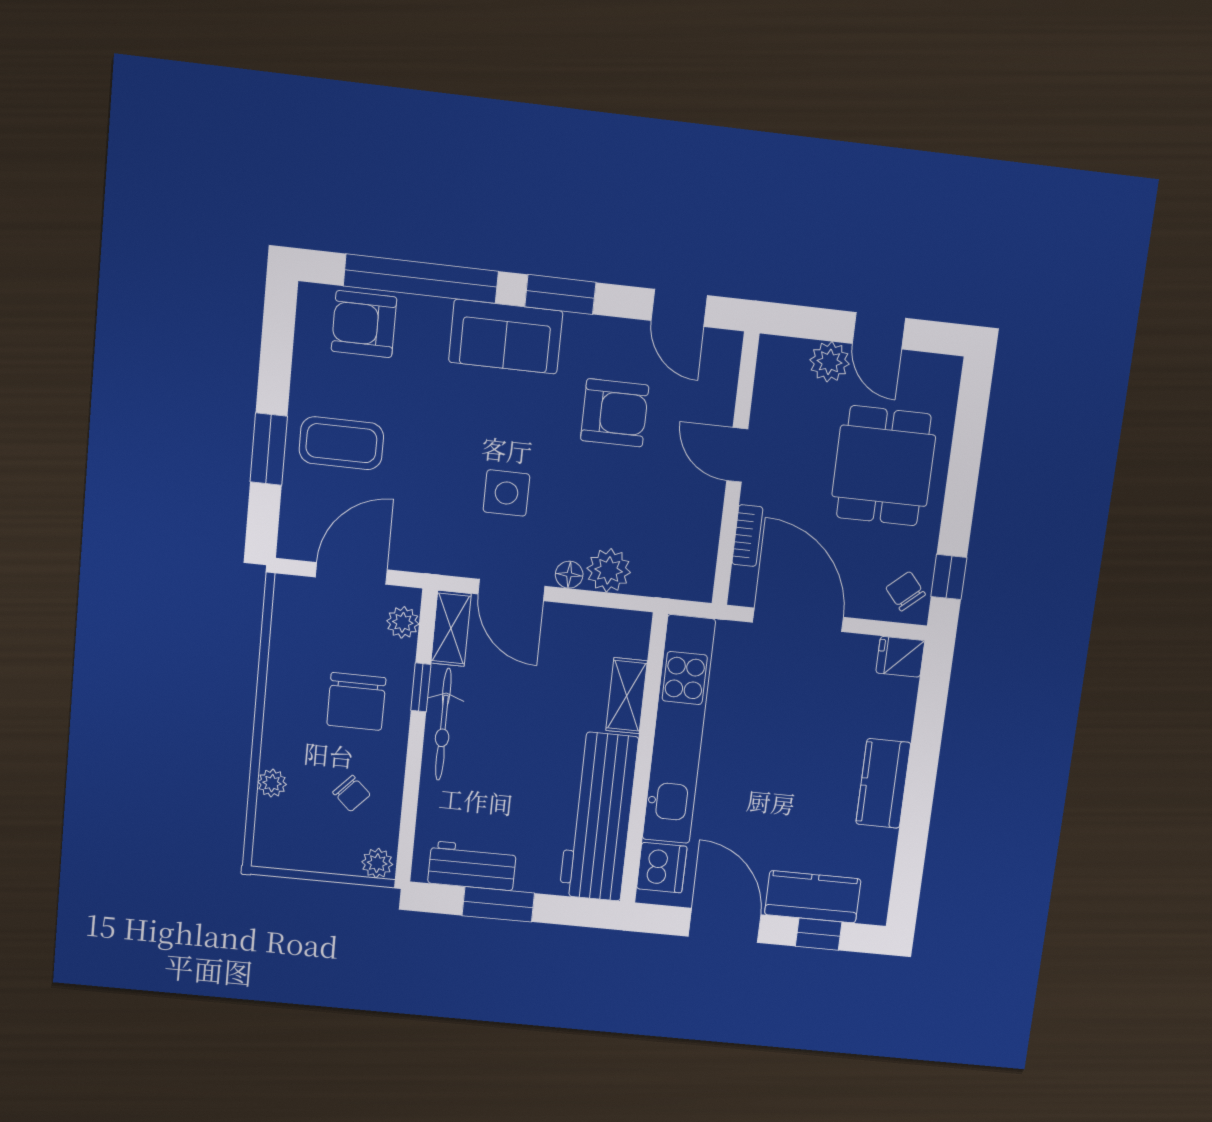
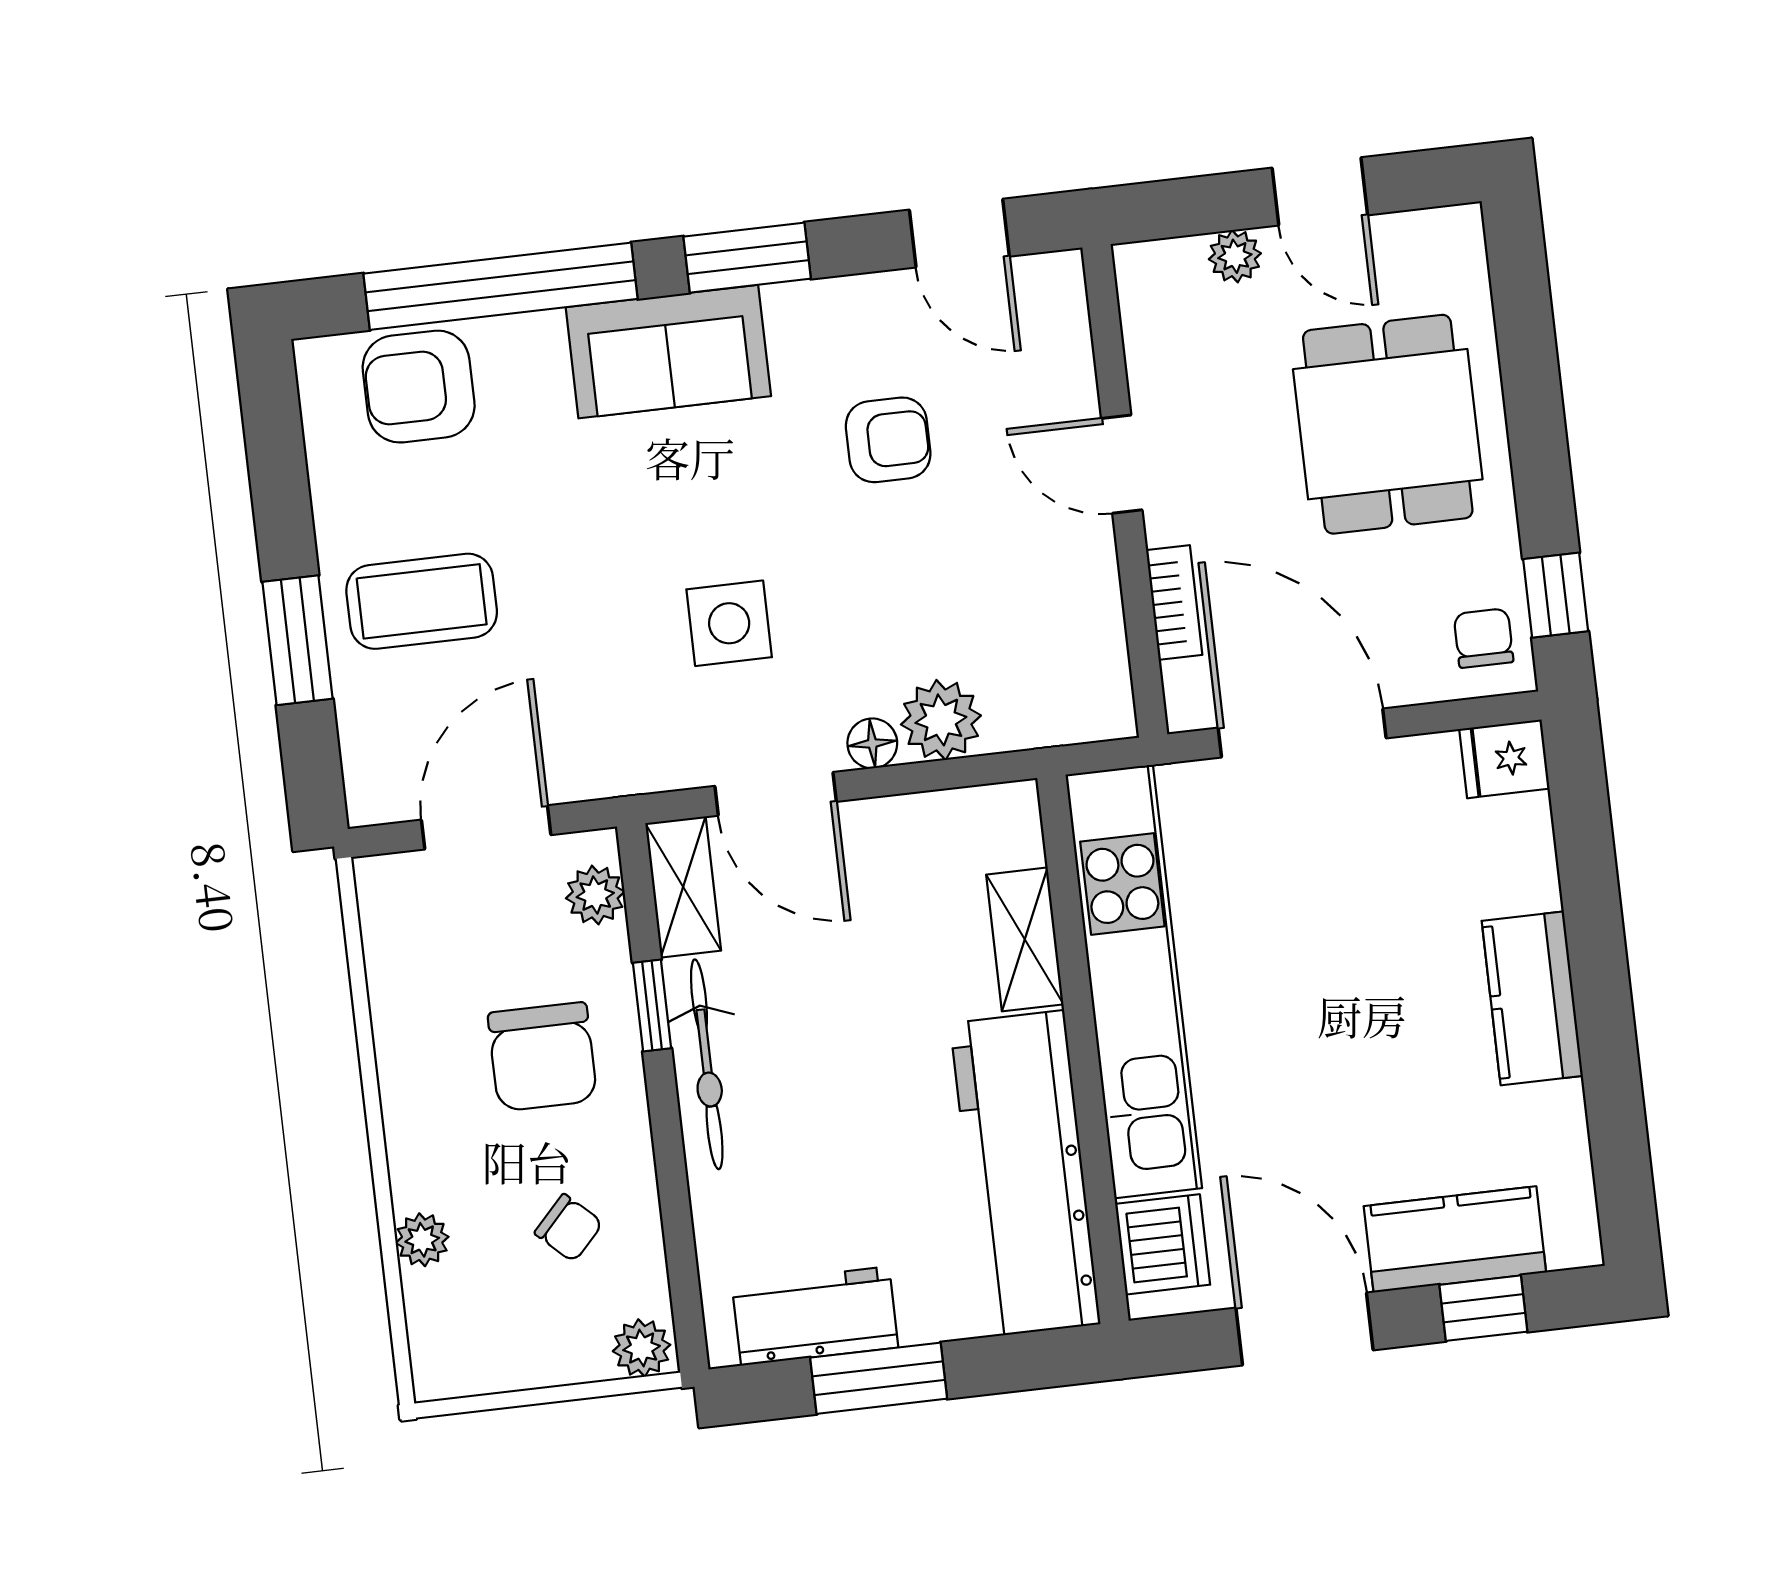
plant: (829, 362) -> (1235, 256), width x0.73, depth x0.73
armchair: (615, 413) -> (888, 440), width x0.72, depth x0.72
chair: (905, 591) -> (1484, 638), turned 41

